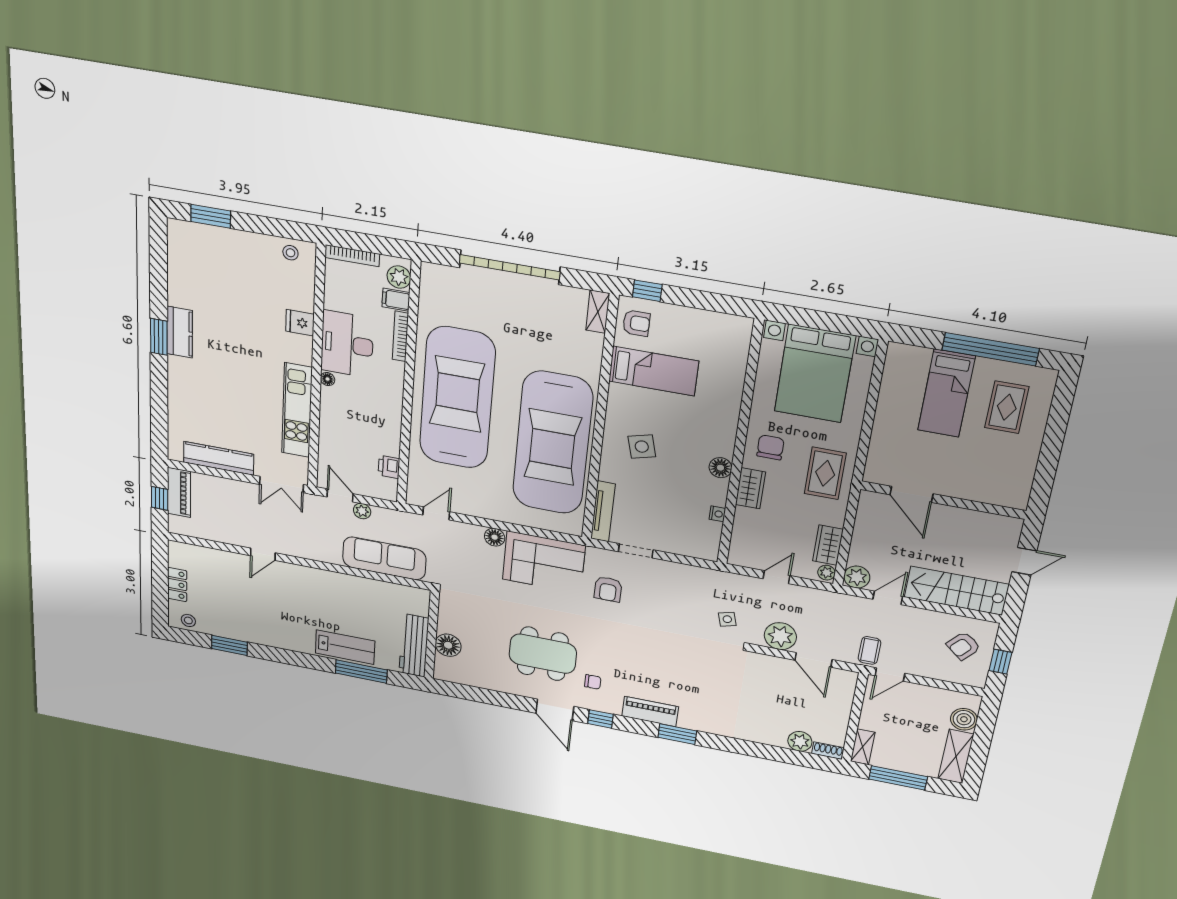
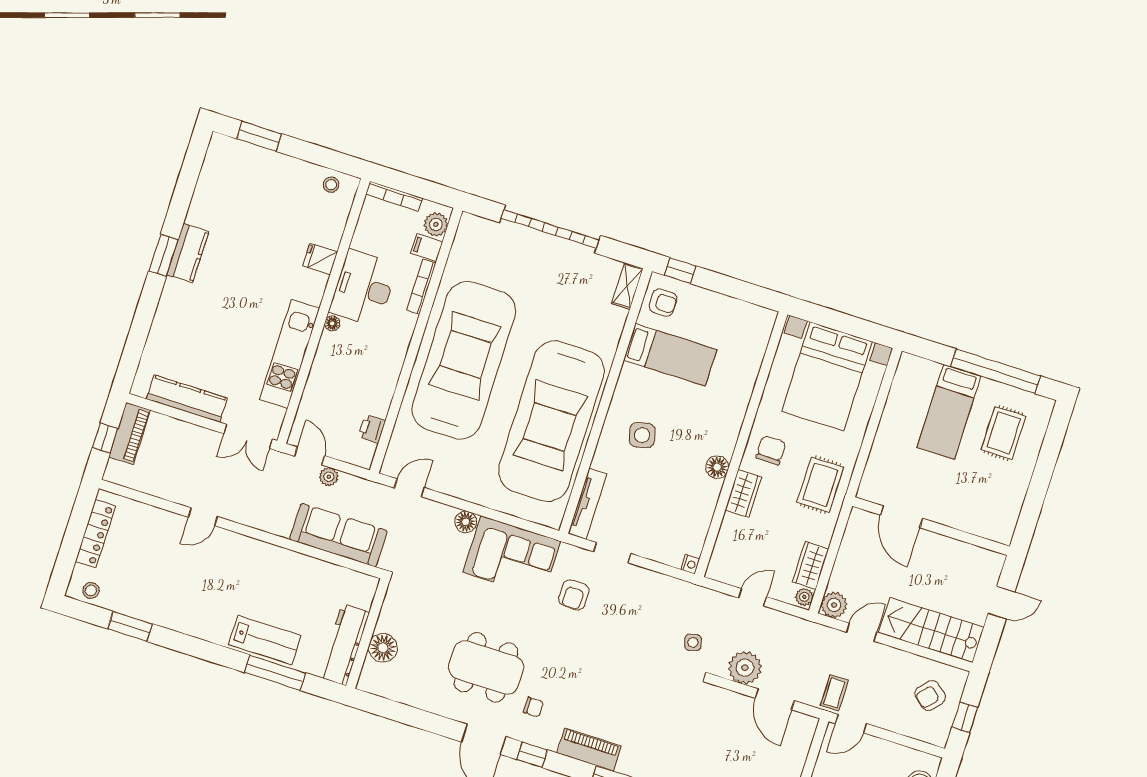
nightstand: (717, 514) -> (690, 564), moved
locker: (177, 584) -> (95, 534), width x1.53

